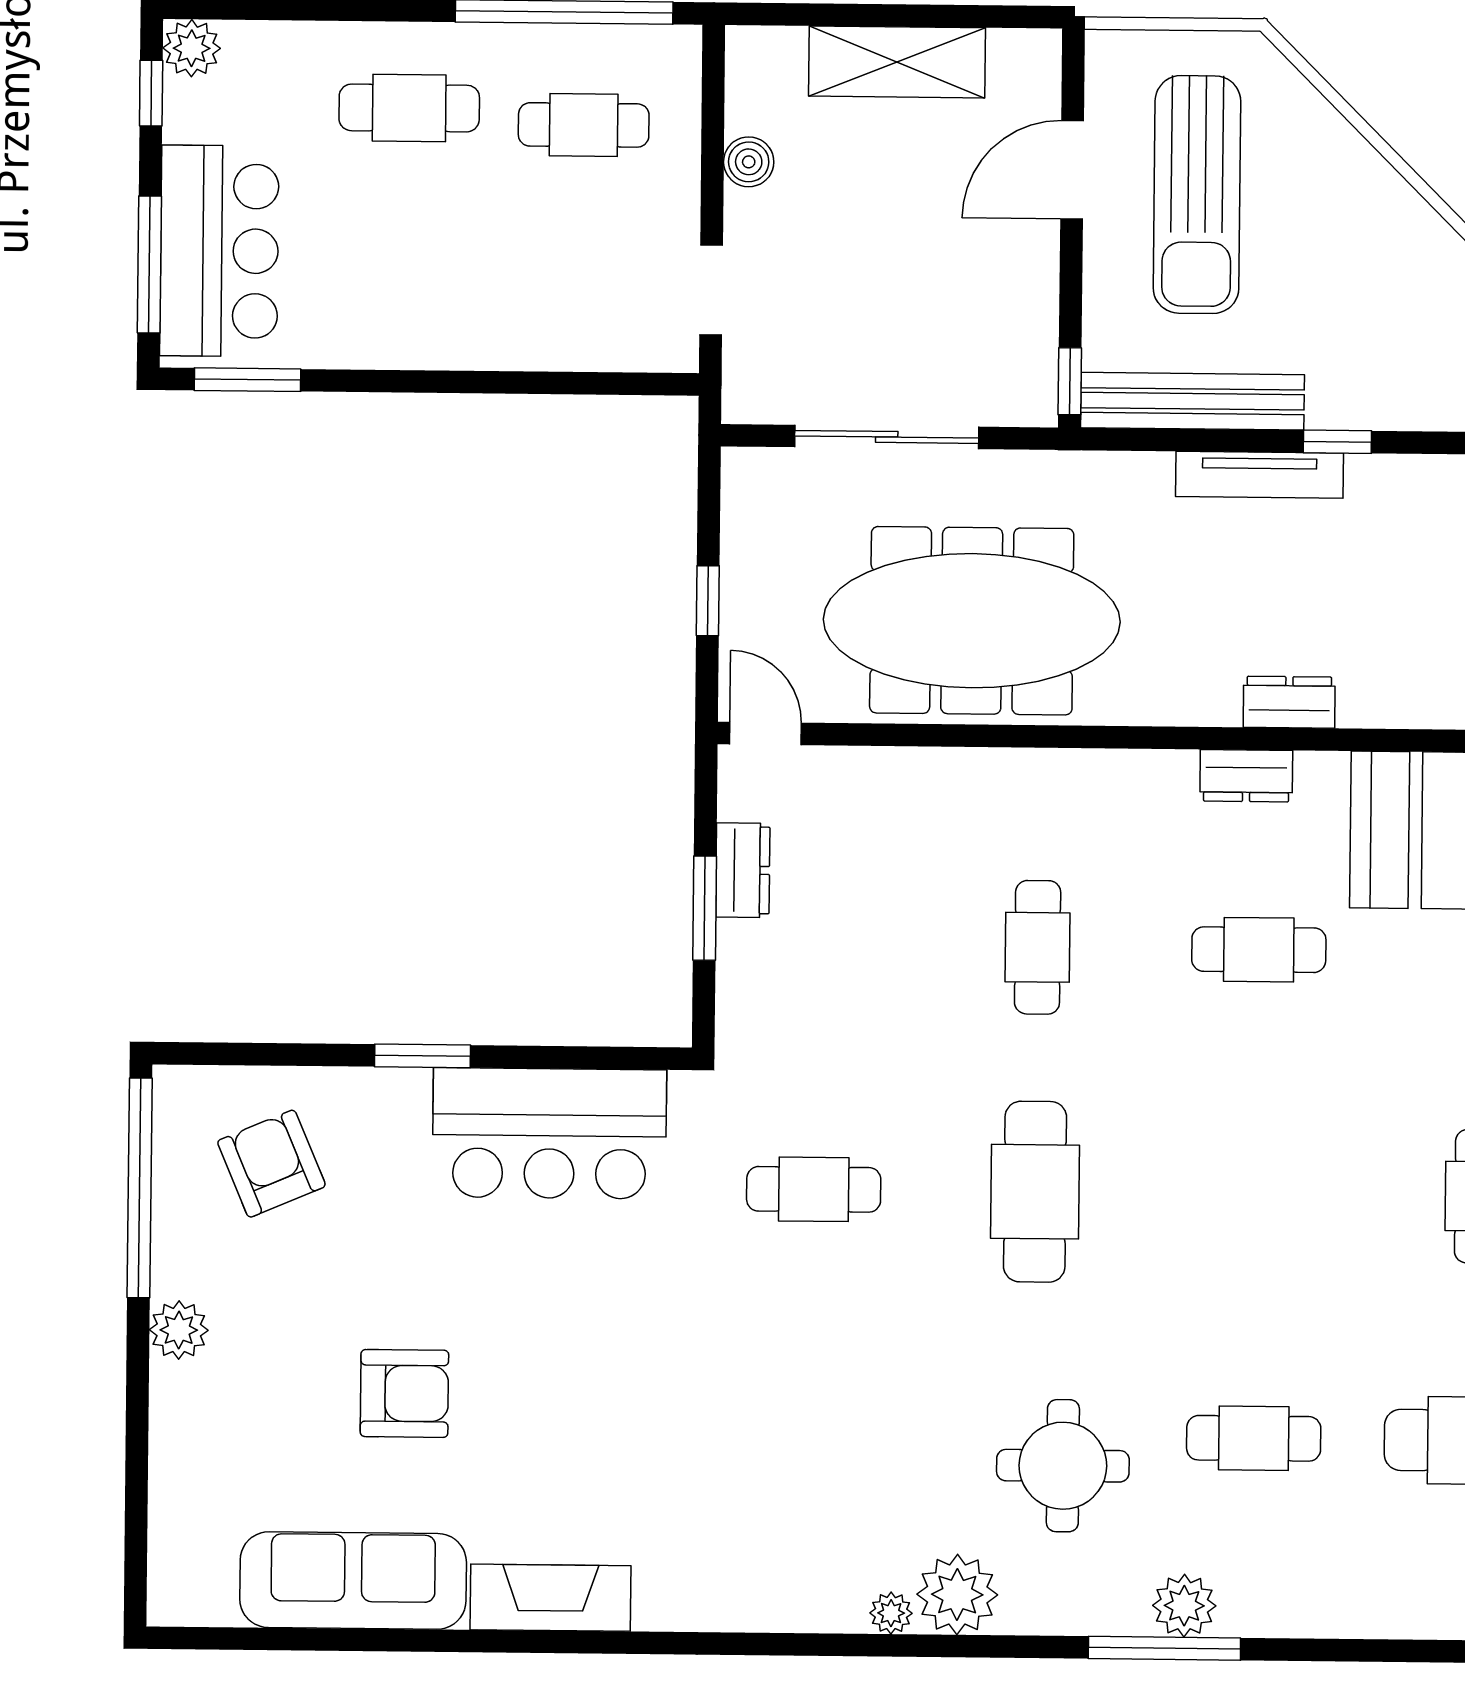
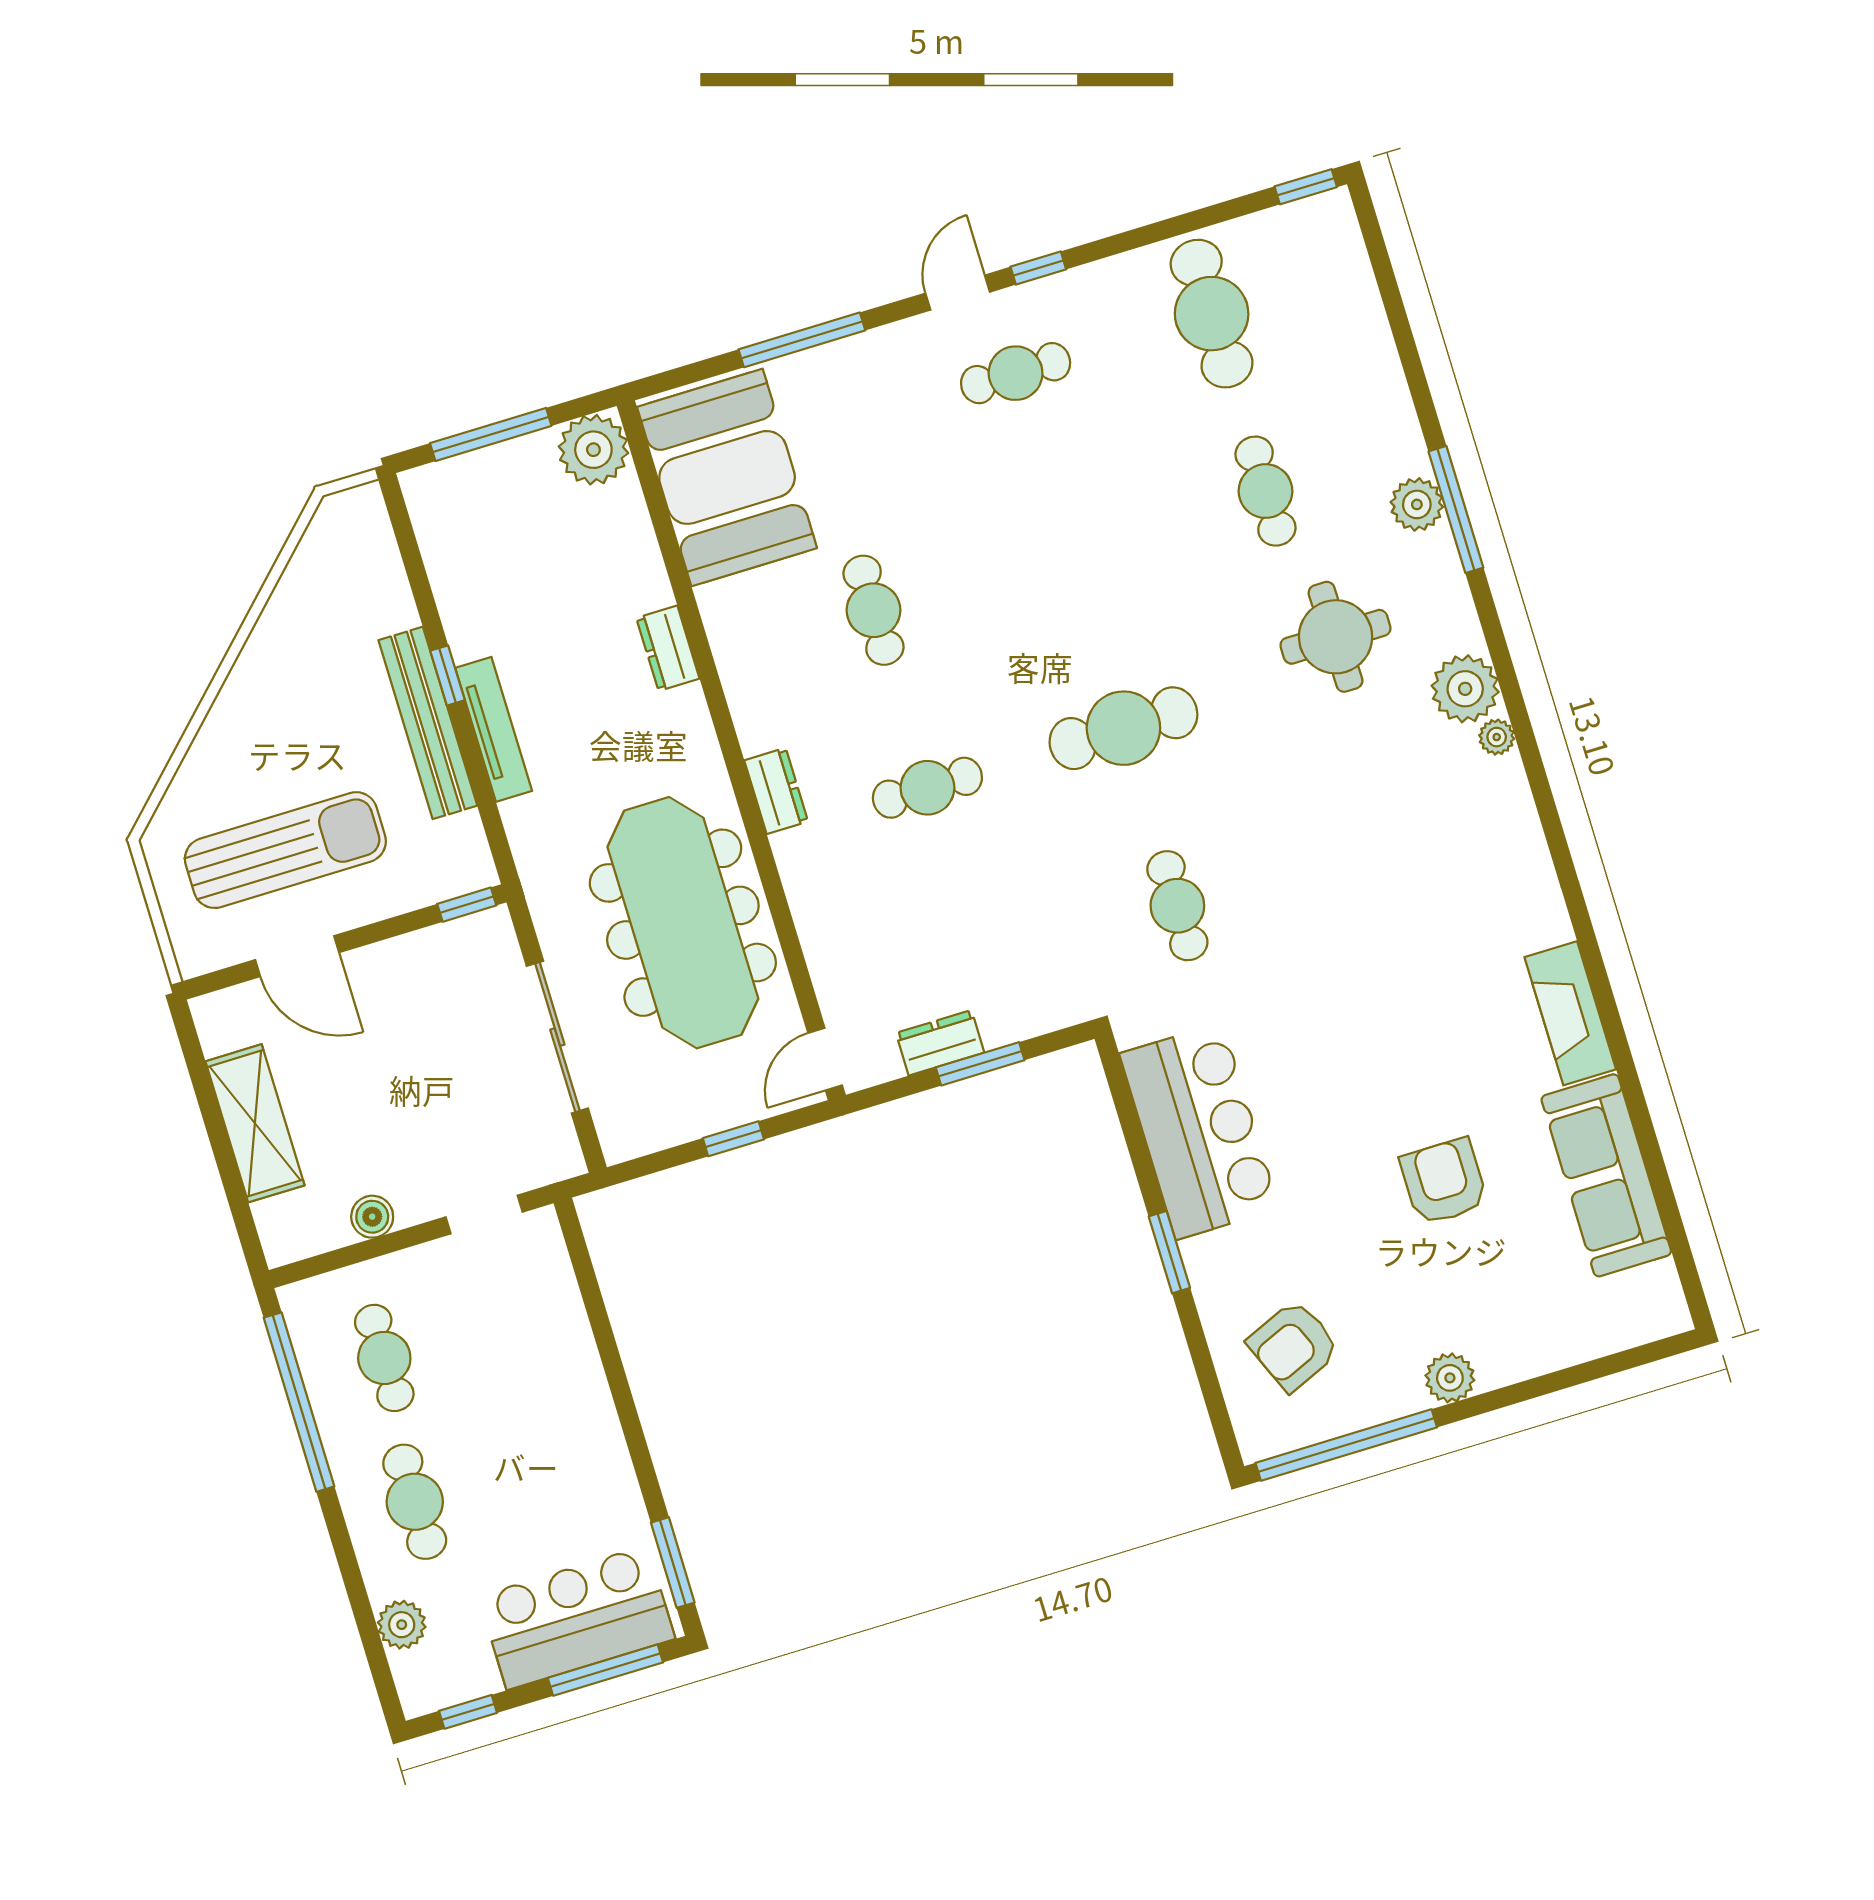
plant: (192, 48) -> (402, 1625), moved
bench: (1192, 401) -> (428, 723), moved
dresser: (1246, 776) -> (776, 791), moved

